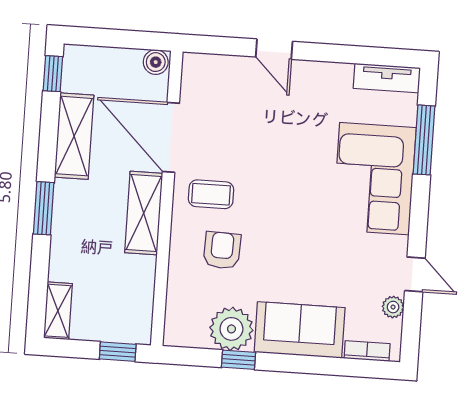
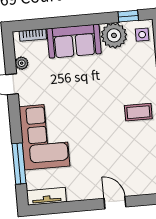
armchair: (222, 250) -> (127, 80), removed
side table: (184, 323) -> (142, 35), added
window: (239, 360) -> (128, 16), moved

